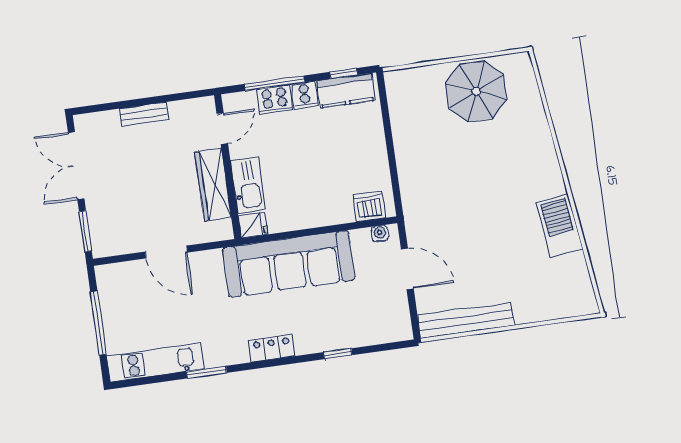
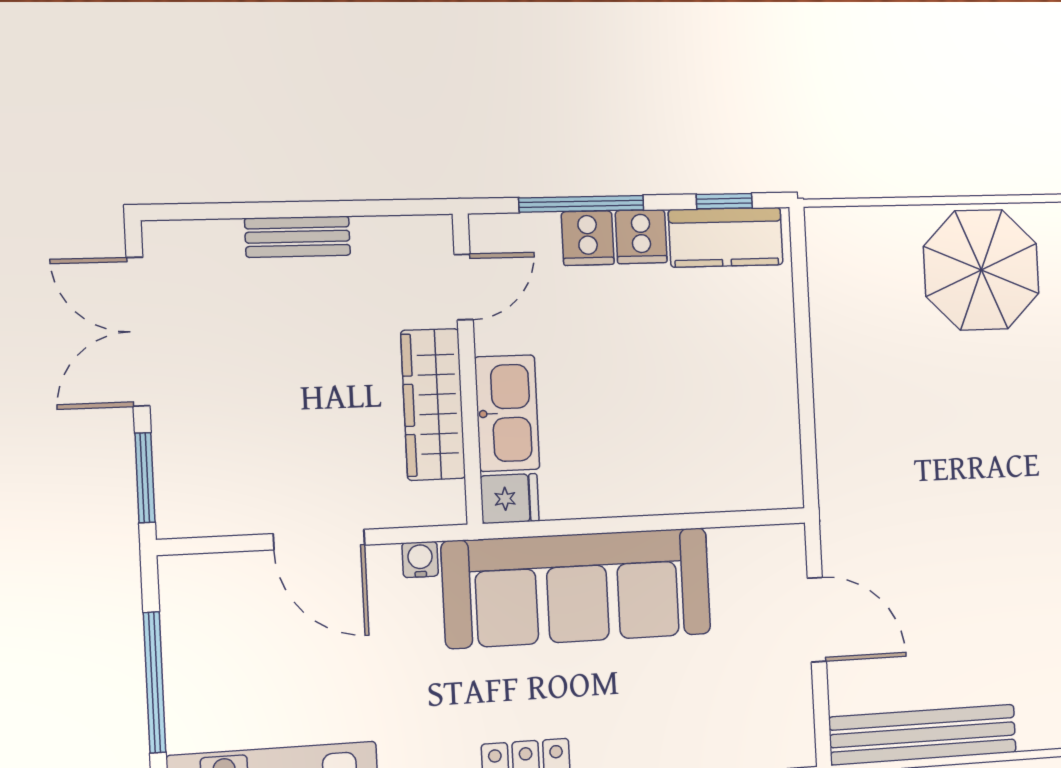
cooker: (275, 100) -> (588, 238), width x0.73
dishwasher: (369, 206) -> (752, 482), removed
water cooler: (380, 234) -> (420, 559), moved

